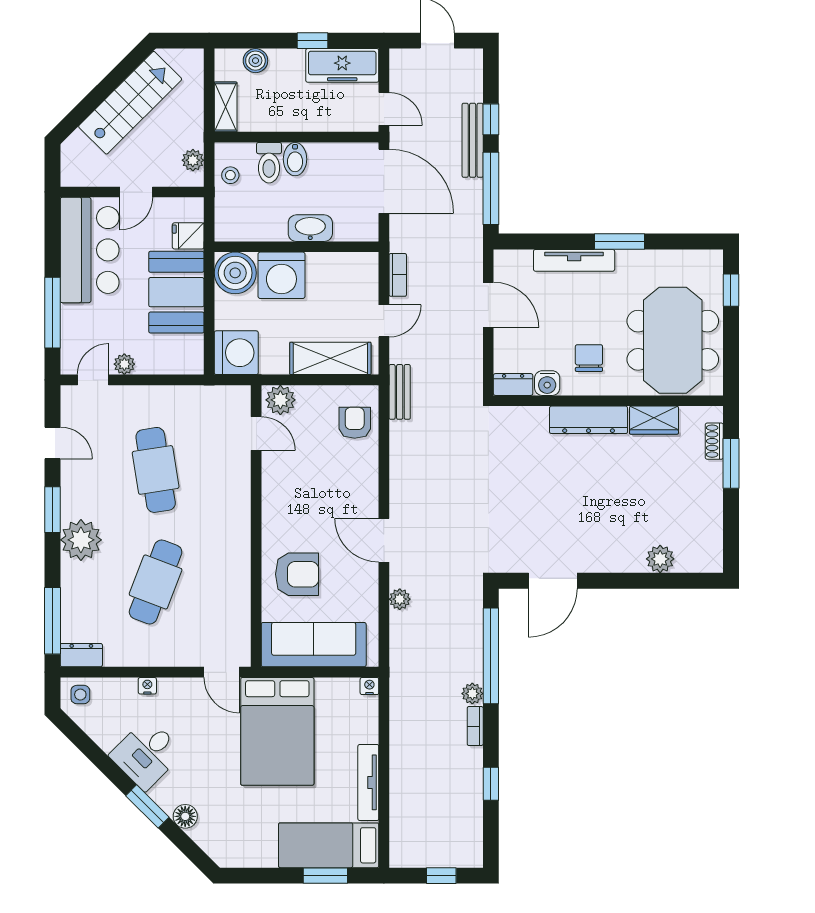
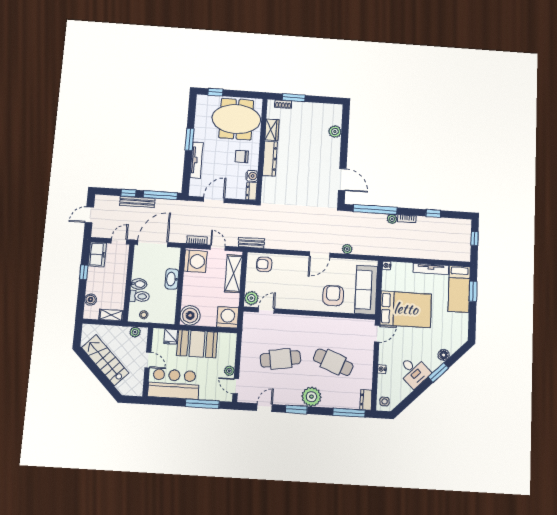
freezer: (342, 65) -> (97, 254), width x0.71
washing machine: (281, 275) -> (195, 261), moved

